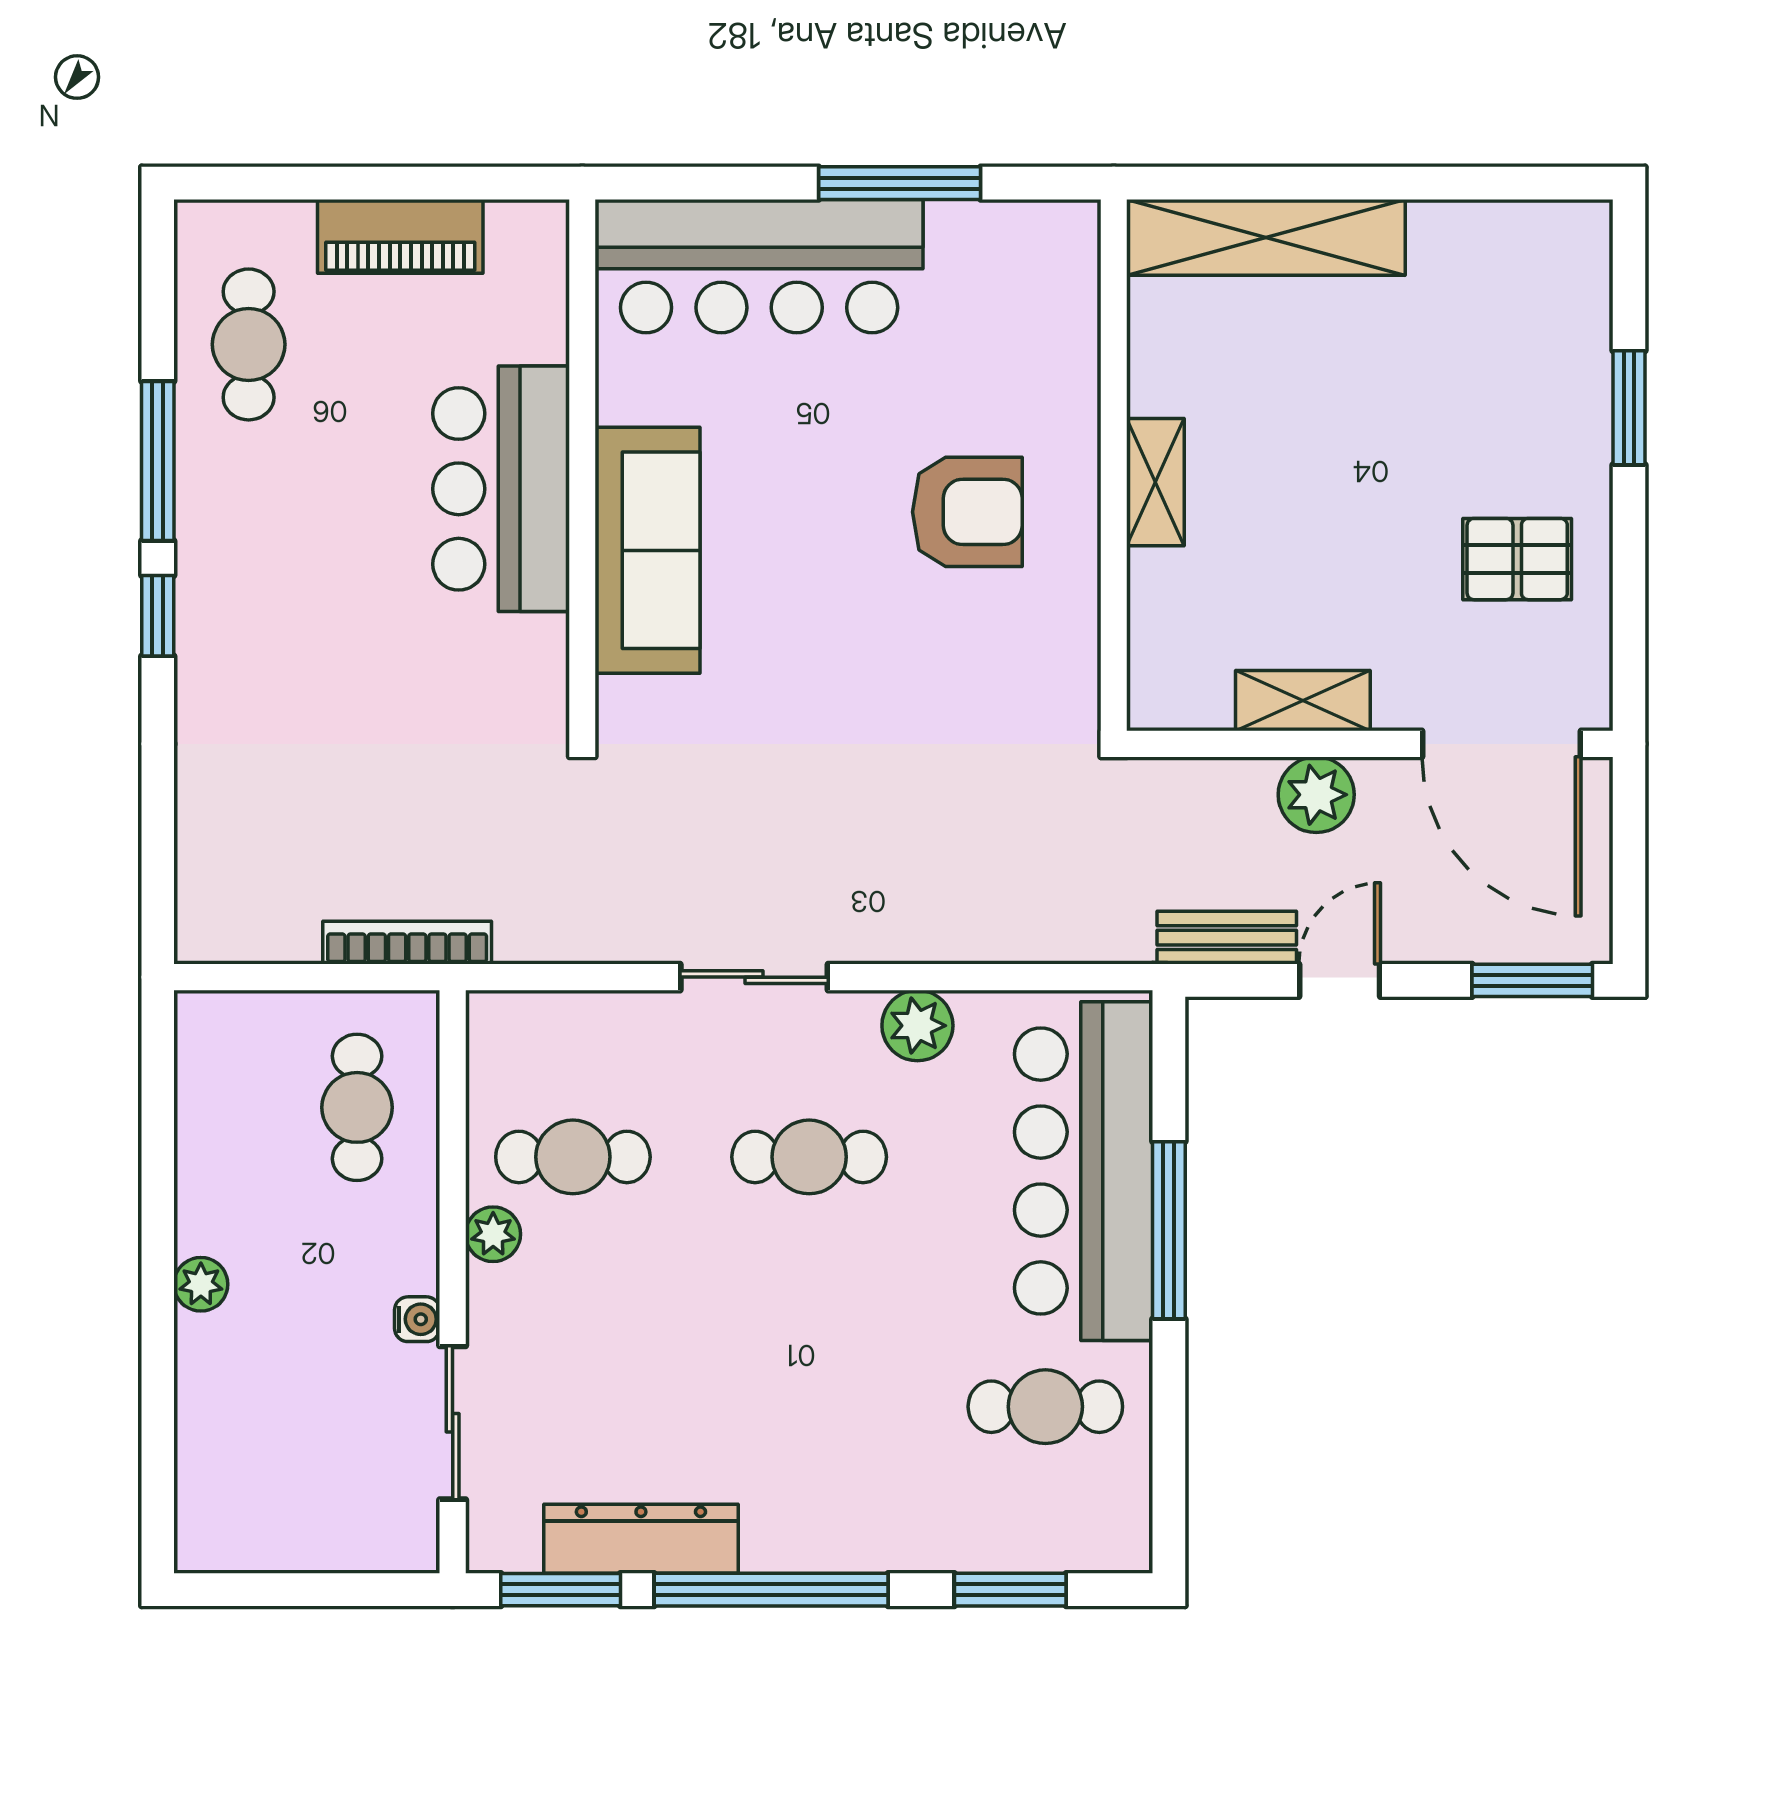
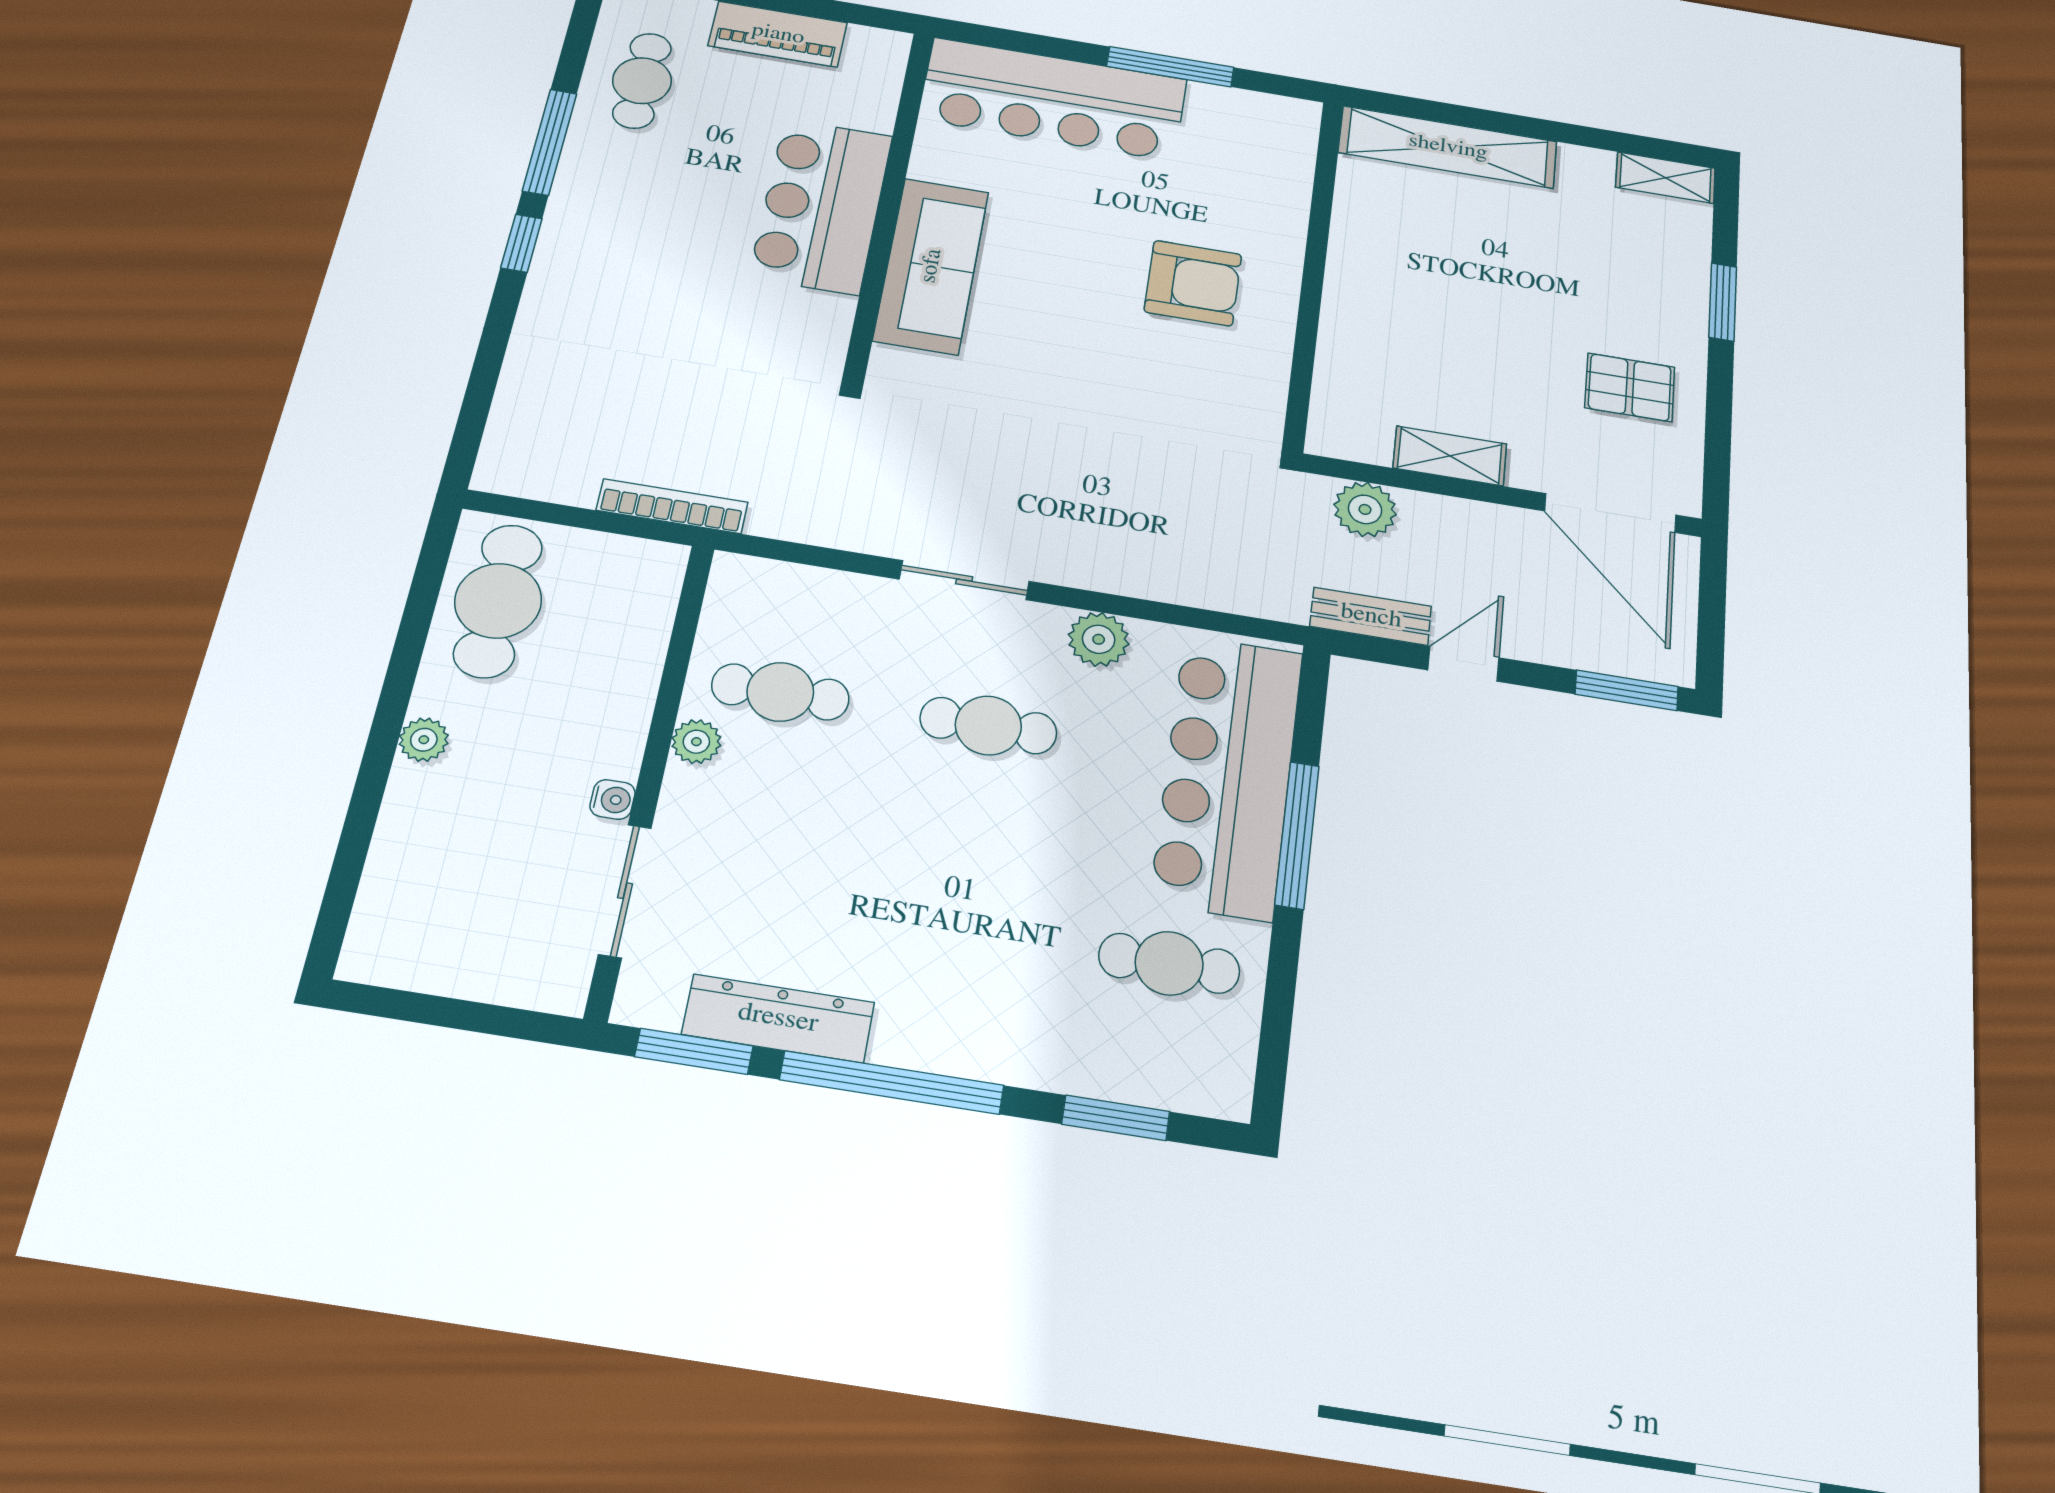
shelving: (1155, 482) -> (1666, 178), moved, turned 90
plant: (1316, 795) -> (1365, 509), moved
cafe table: (357, 1107) -> (498, 601), moved, width x1.37, depth x1.35

